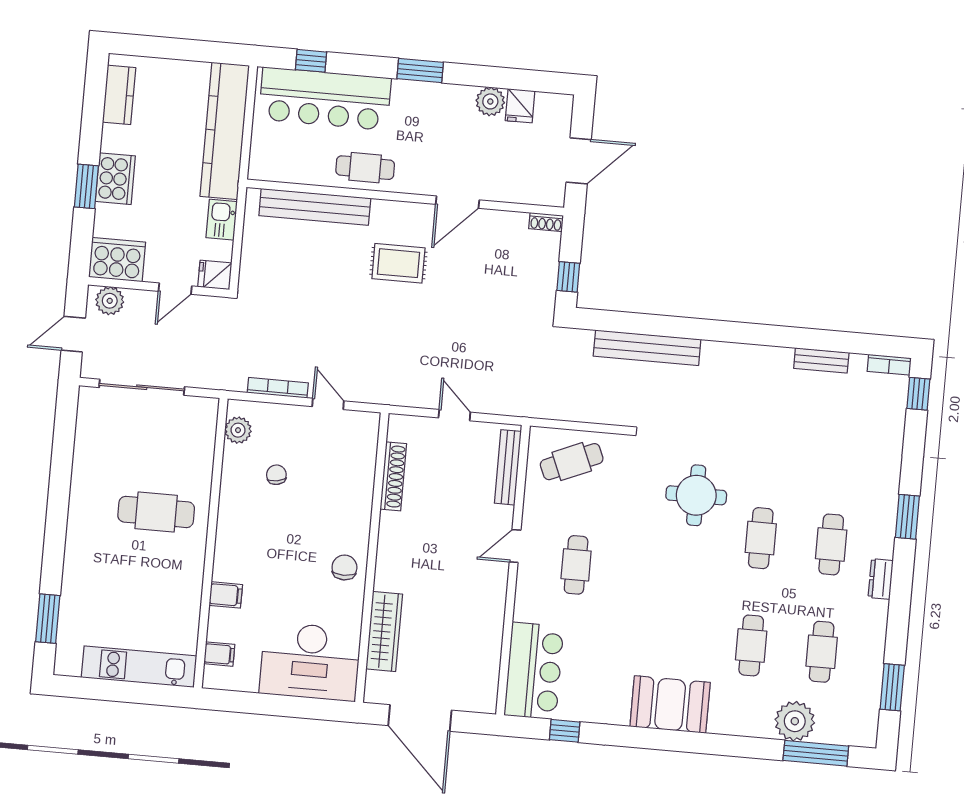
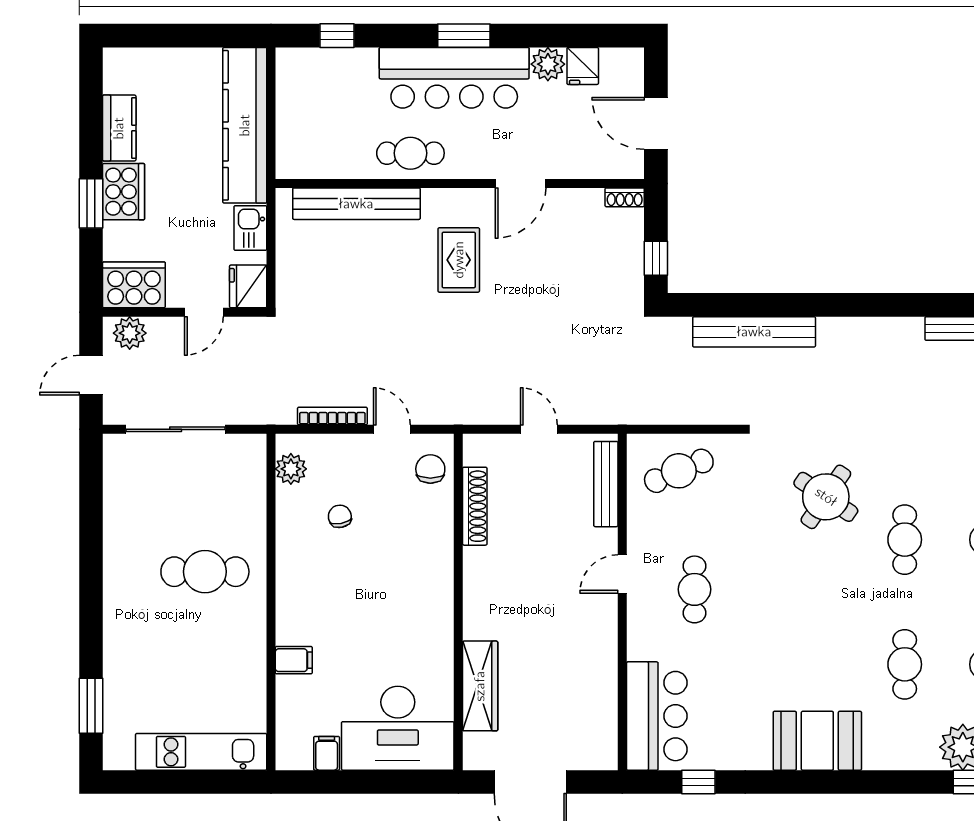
kitchen counter: (119, 95) -> (119, 128), moved
bar counter: (325, 99) -> (454, 78), moved
door: (579, 161) -> (656, 123), swing flipped
rug: (398, 263) -> (459, 260), turned 90
fridge: (215, 275) -> (248, 286), width x1.38
round table: (696, 495) -> (826, 497), turned 34
chair: (344, 567) -> (430, 469), moved
filing cabinet: (219, 654) -> (327, 753), moved, turned -90

